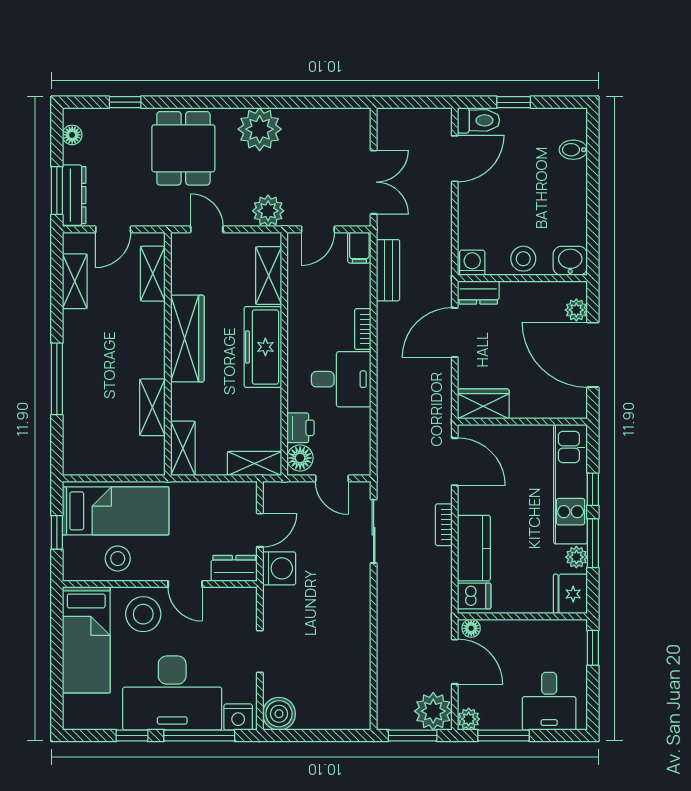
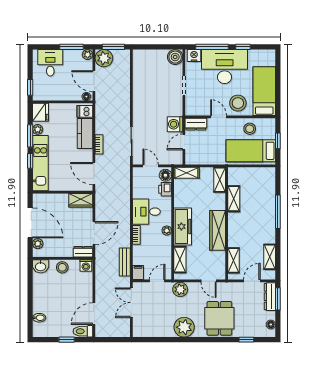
plant: (297, 338) -> (167, 231), added

